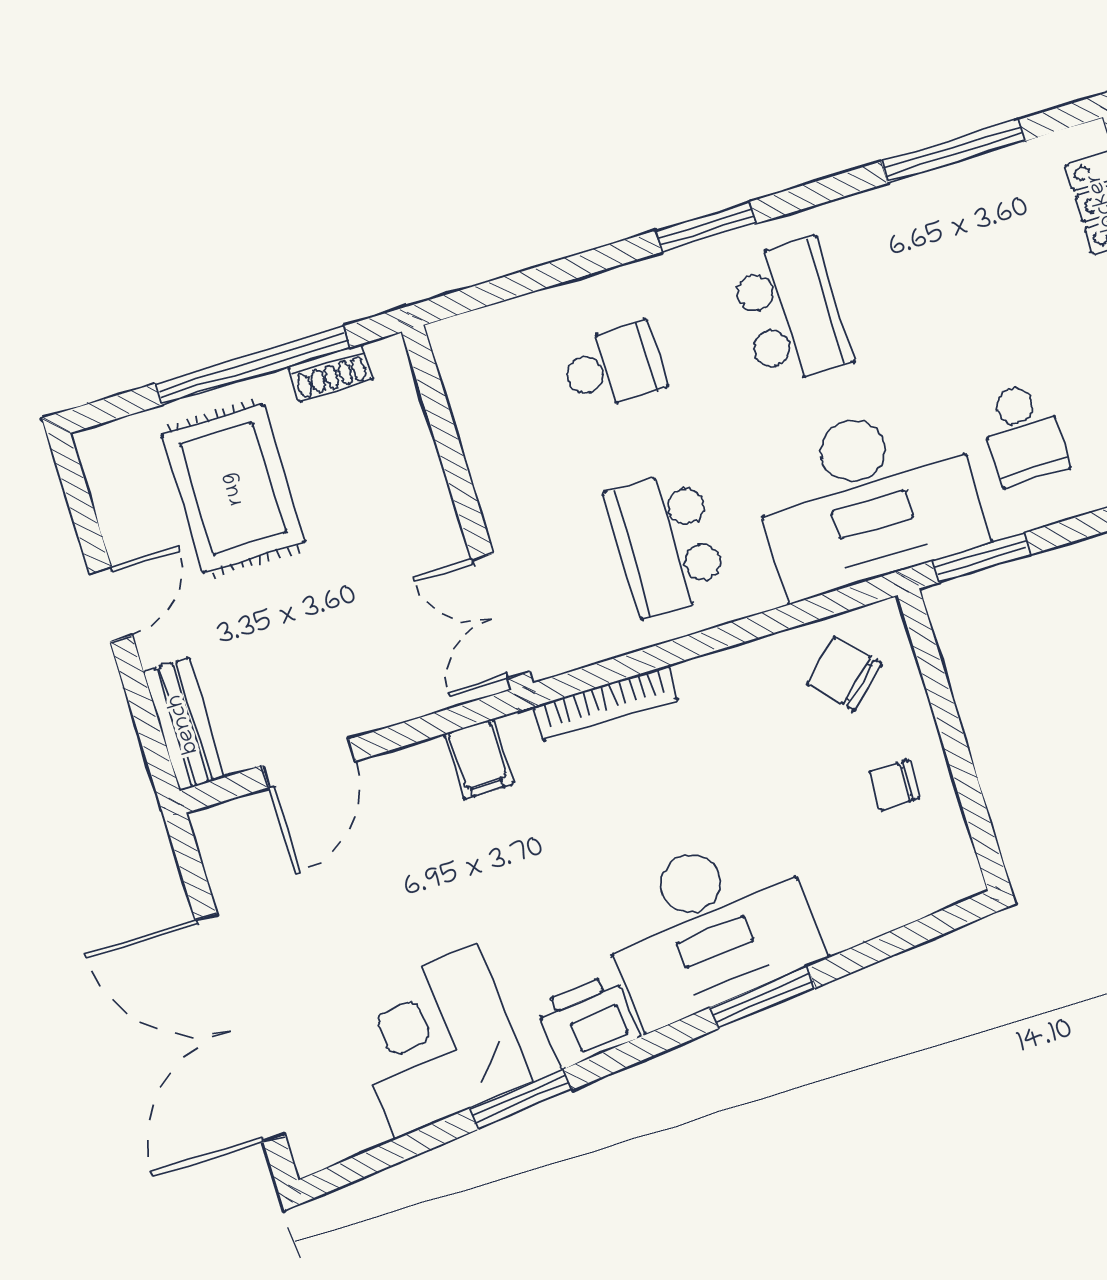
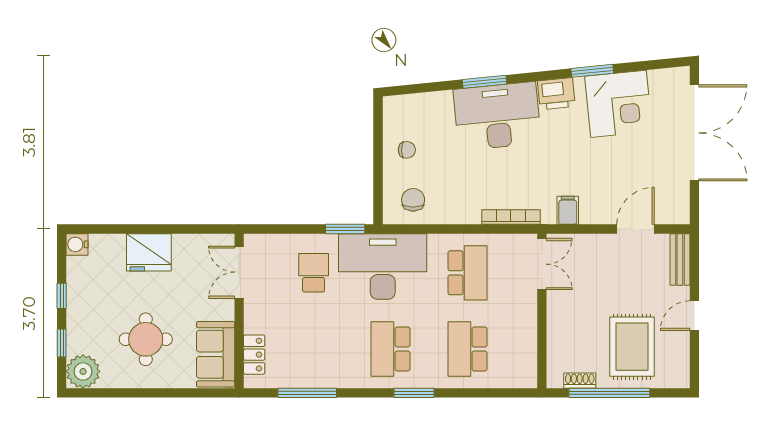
school desk: (613, 366) -> (467, 349), width x1.85
chair: (844, 674) -> (413, 200), turned -137

